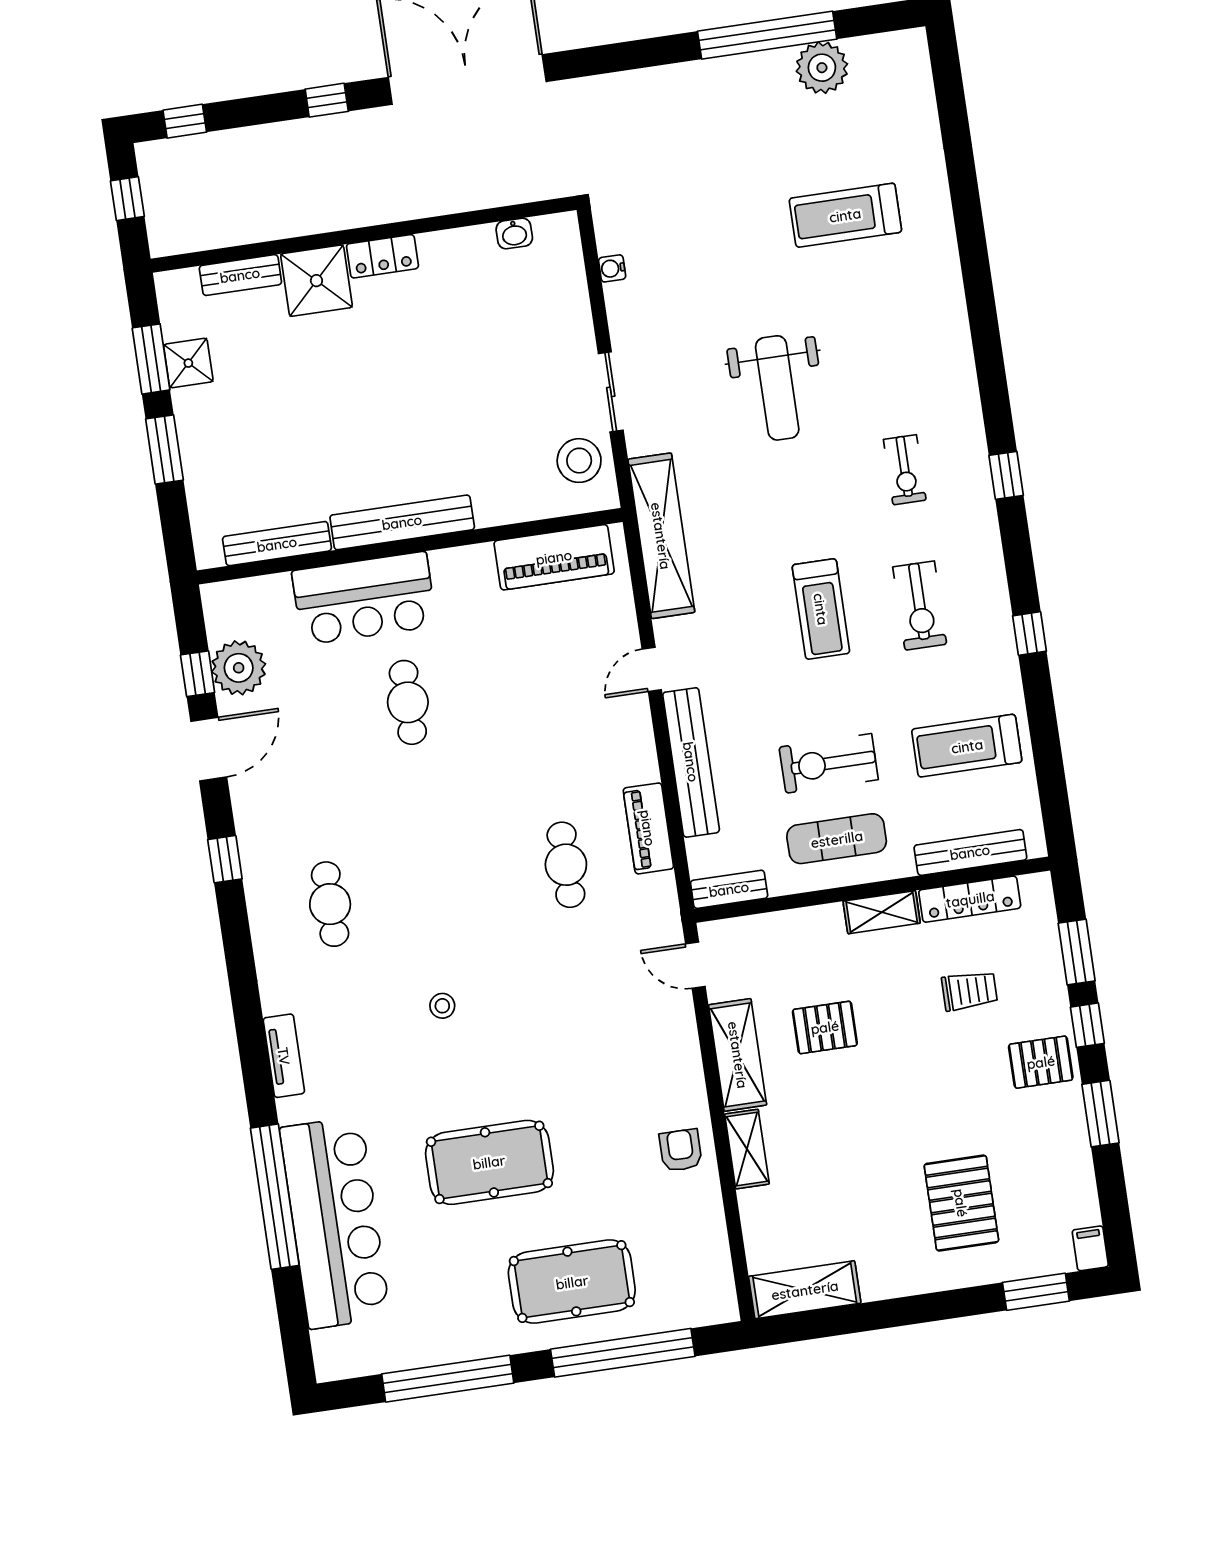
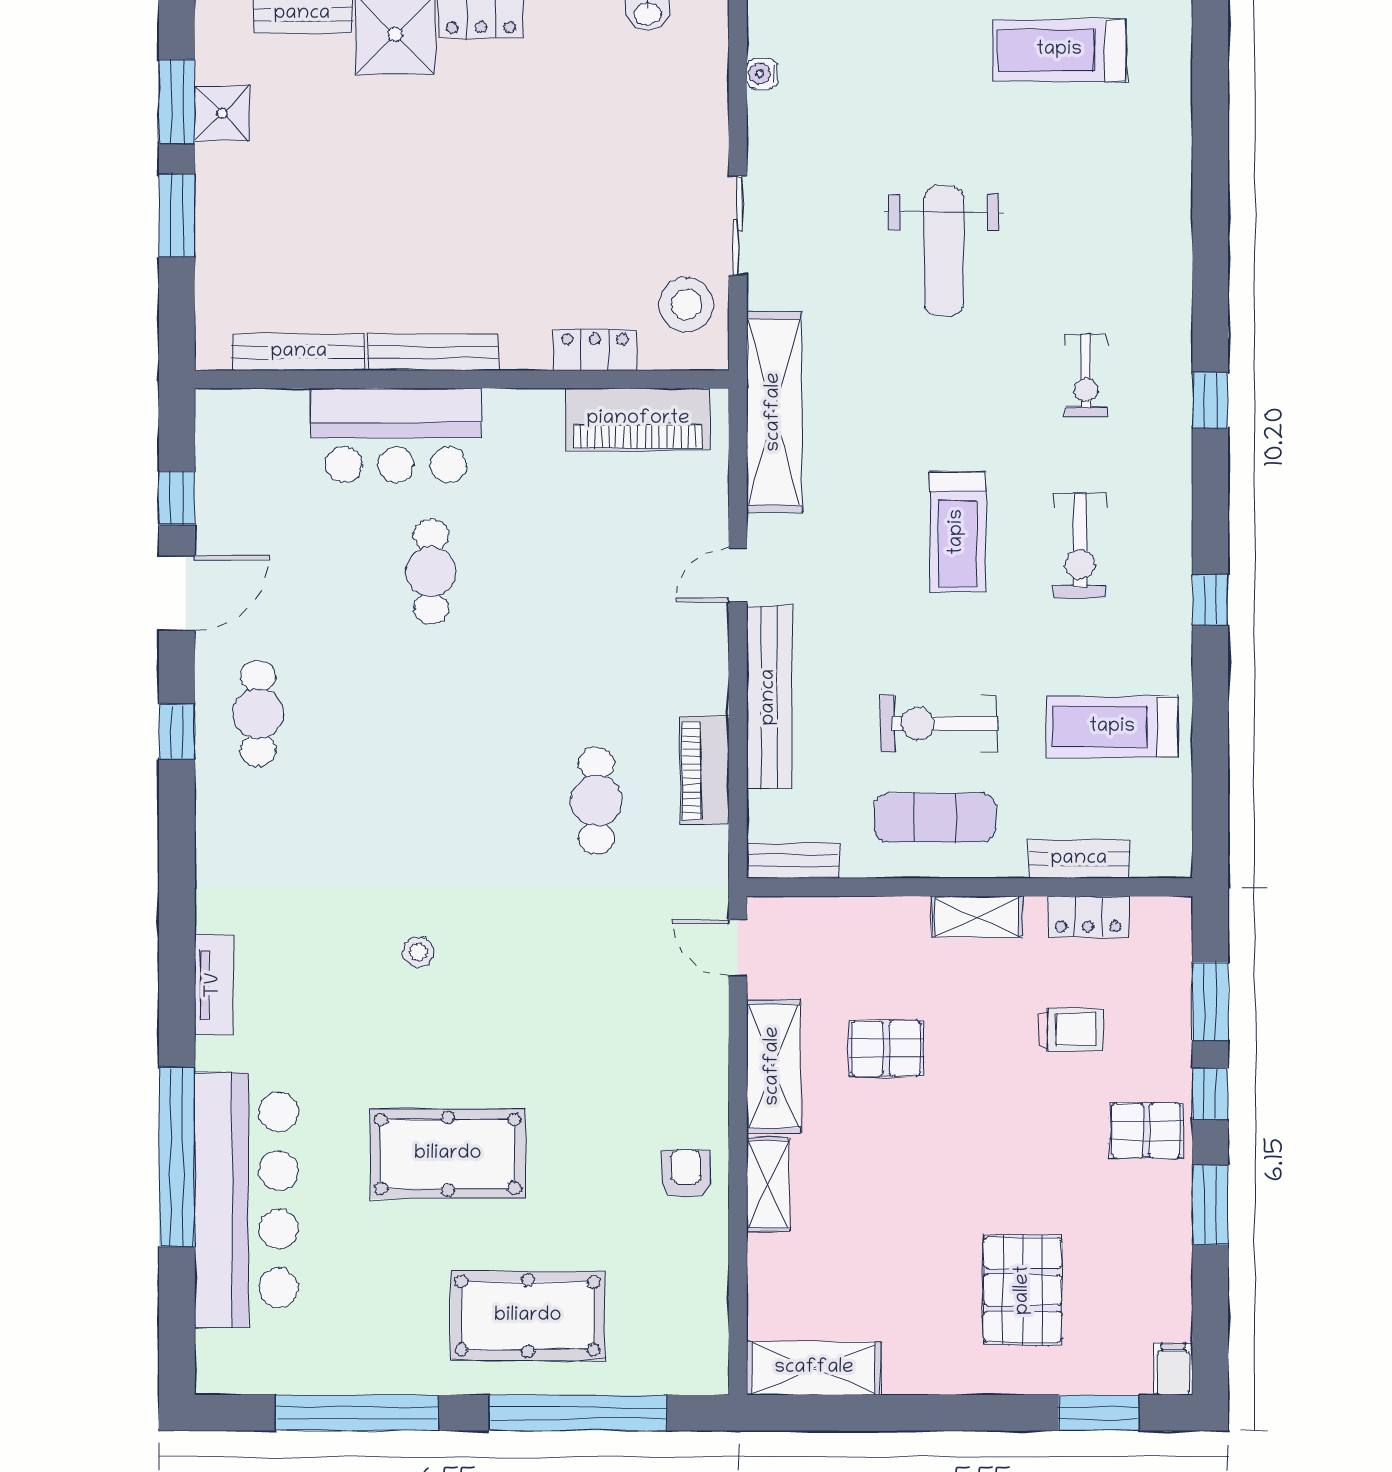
locker: (512, 507) -> (595, 350), added
bench: (402, 522) -> (433, 352), width x0.73, depth x0.82
plant: (239, 668) -> (229, 498), removed
bench: (970, 852) -> (1079, 859), width x0.73
locker: (970, 899) -> (1088, 917), width x0.66
cafe table: (330, 904) -> (258, 713), moved

